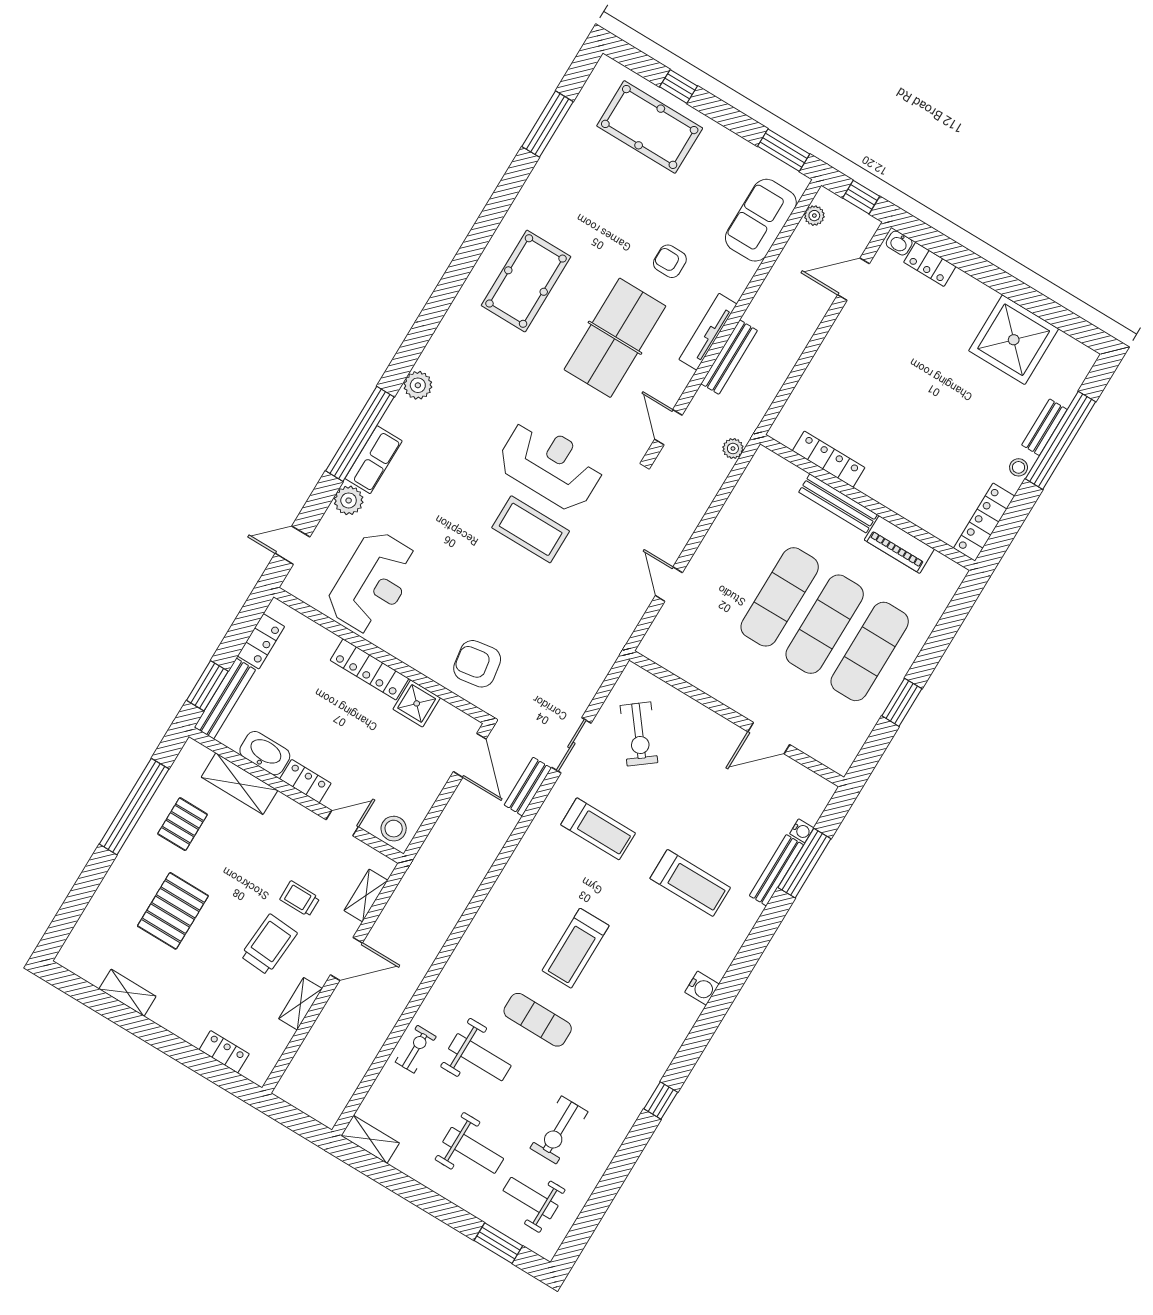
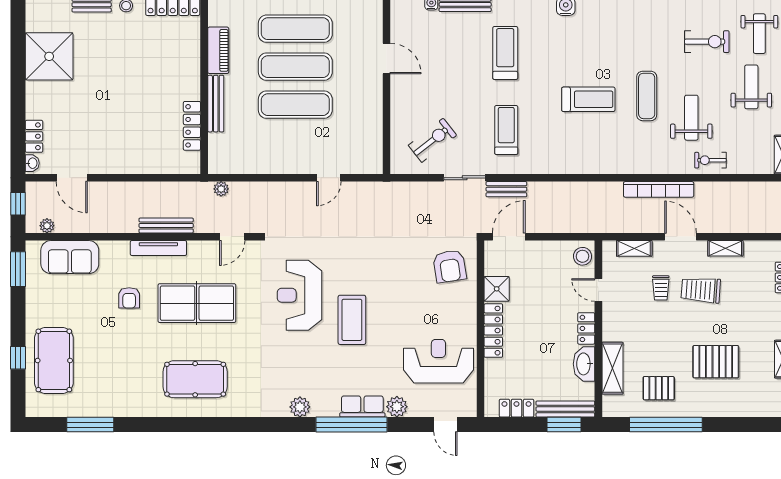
coffee table: (531, 529) -> (352, 320), moved
bookcase: (418, 967) -> (659, 189), added

